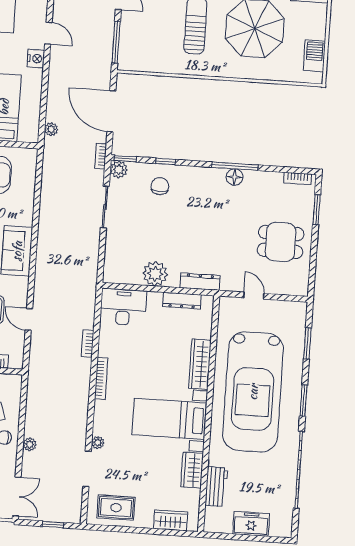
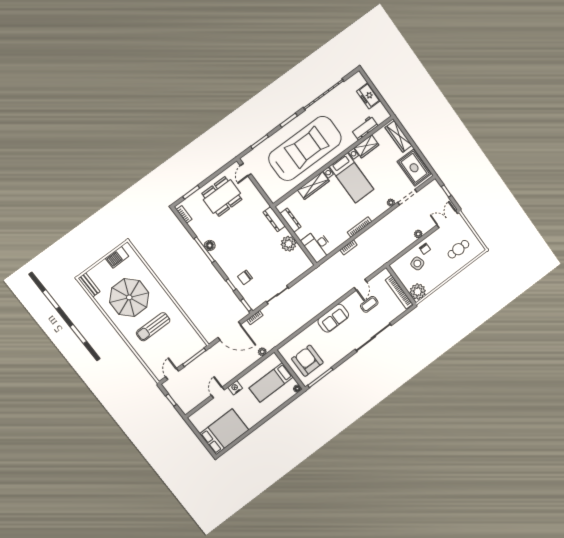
door: (111, 111) -> (229, 331), hinge flipped
plant: (119, 170) -> (254, 304), removed
dining table: (281, 242) -> (222, 196), width x1.38
door: (254, 296) -> (246, 170), moved
rug: (116, 508) -> (414, 168), width x1.36, depth x1.43
wardrobe: (171, 520) -> (399, 136), width x1.50

